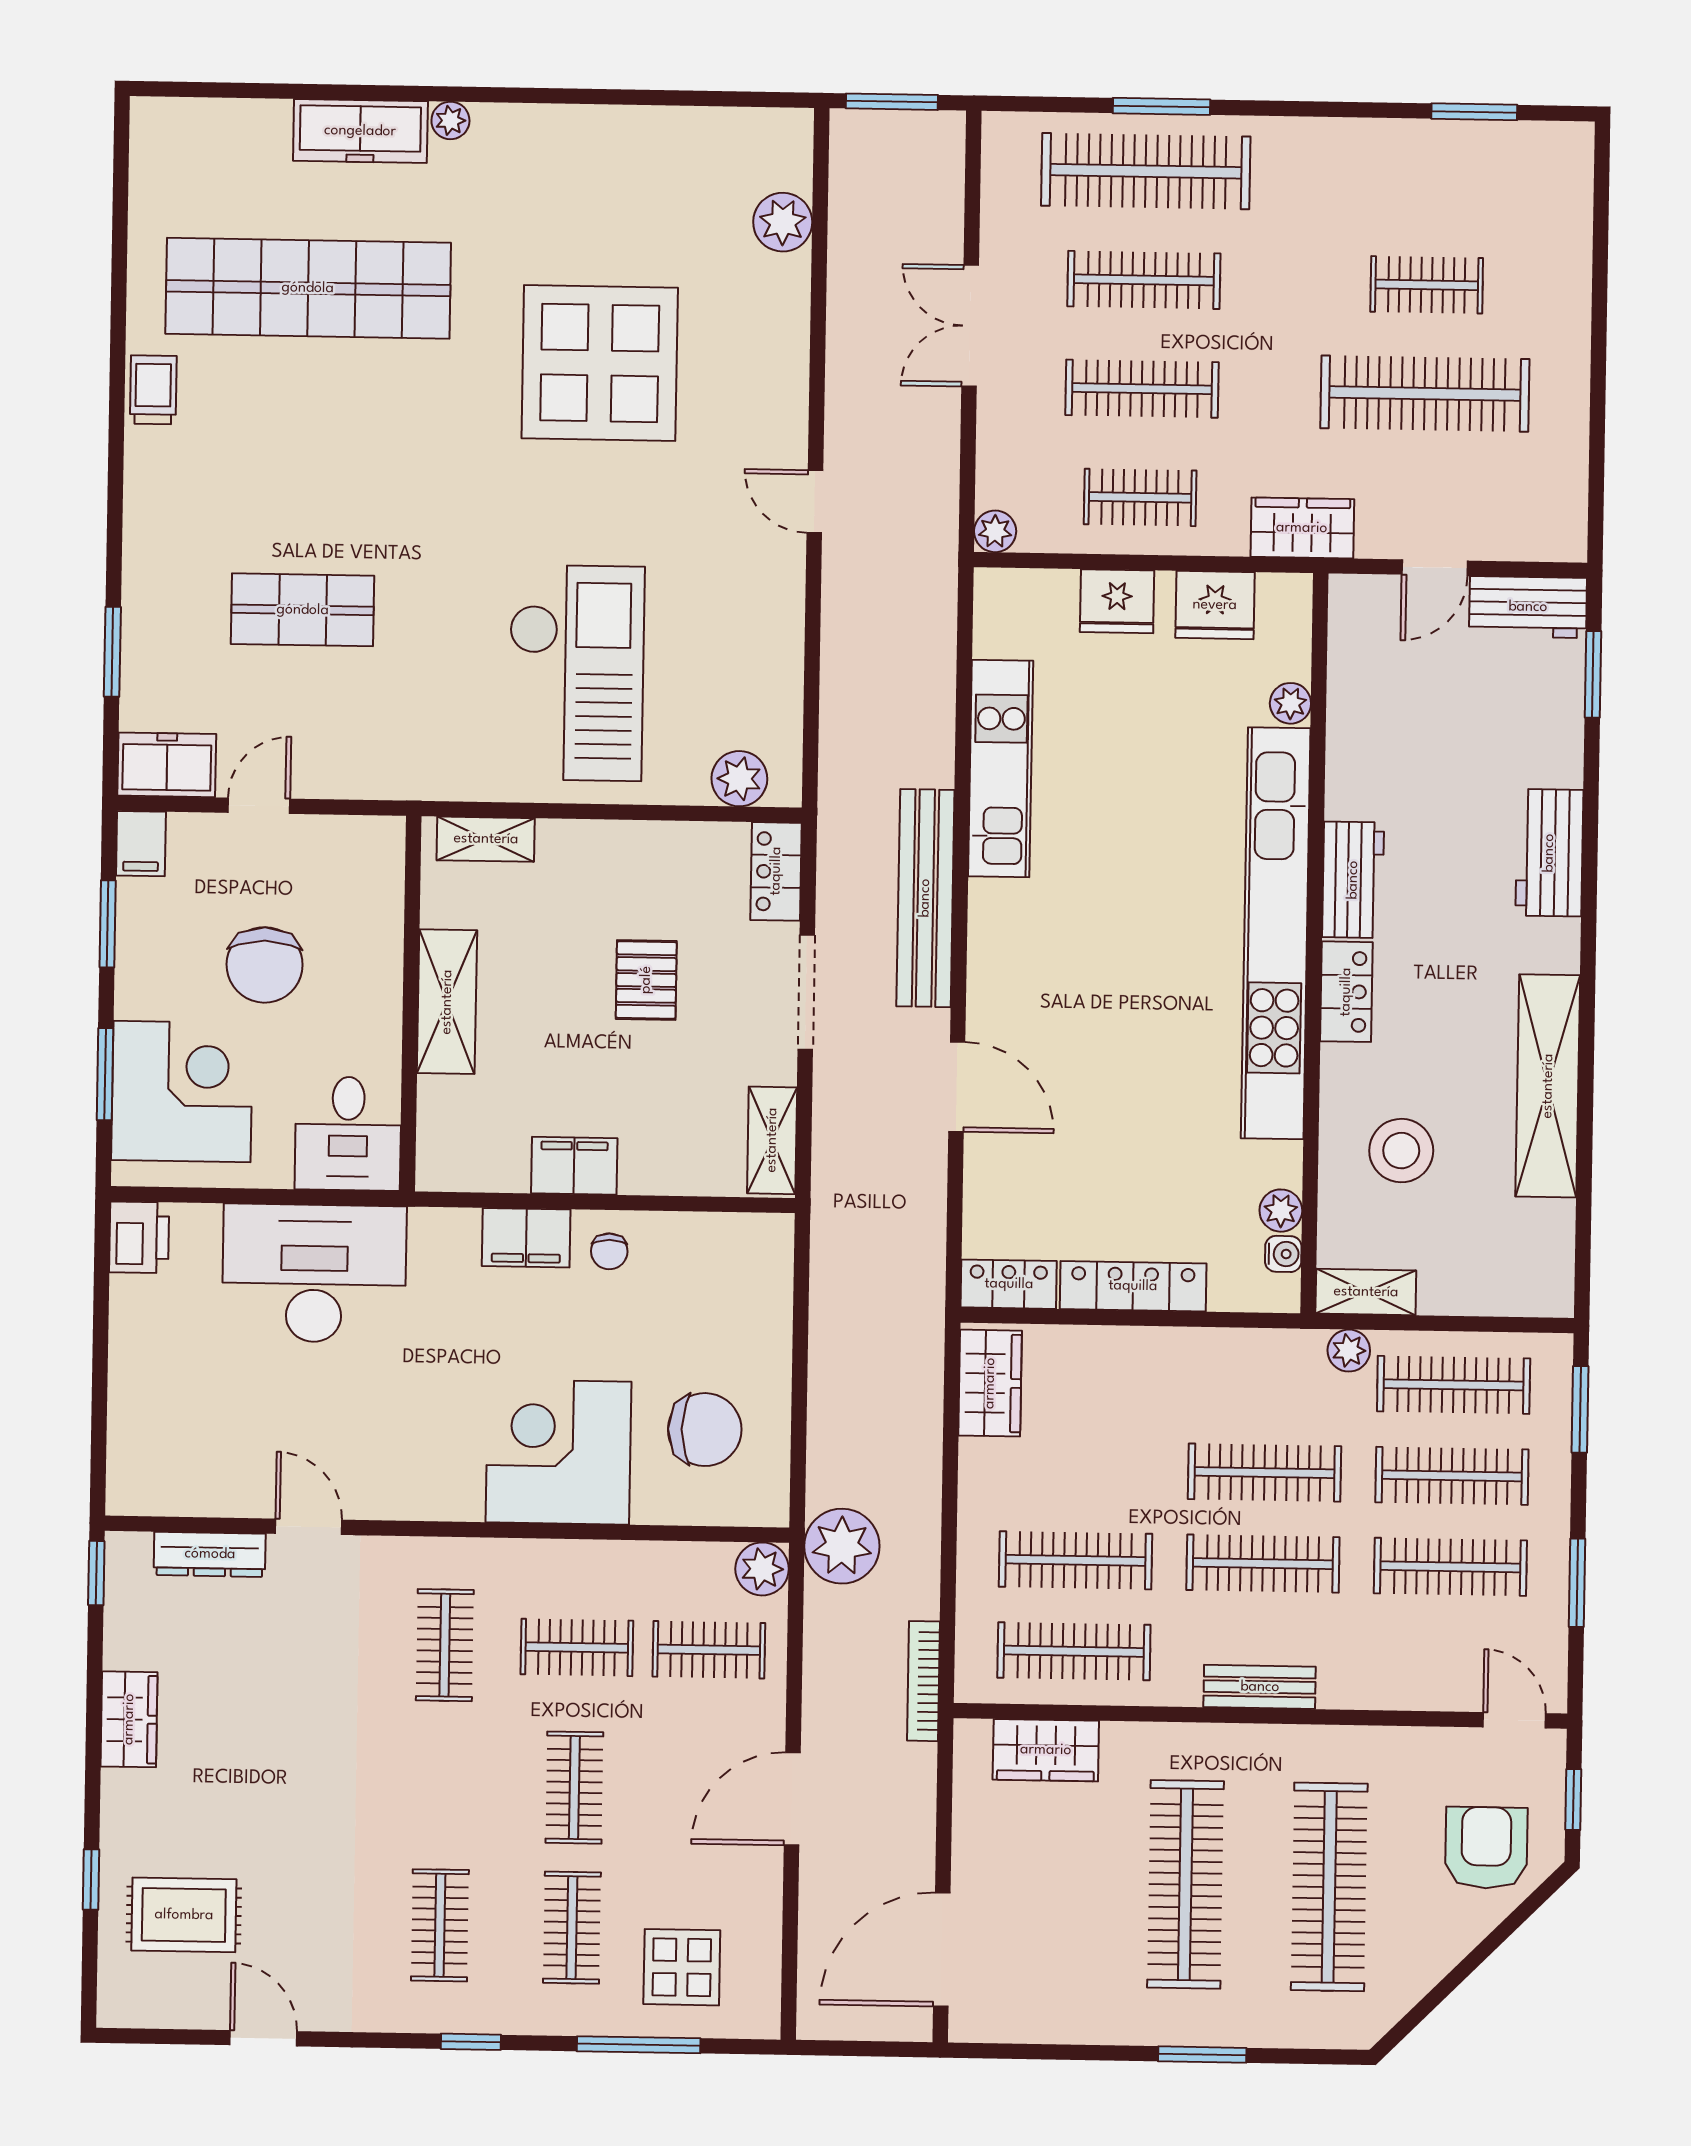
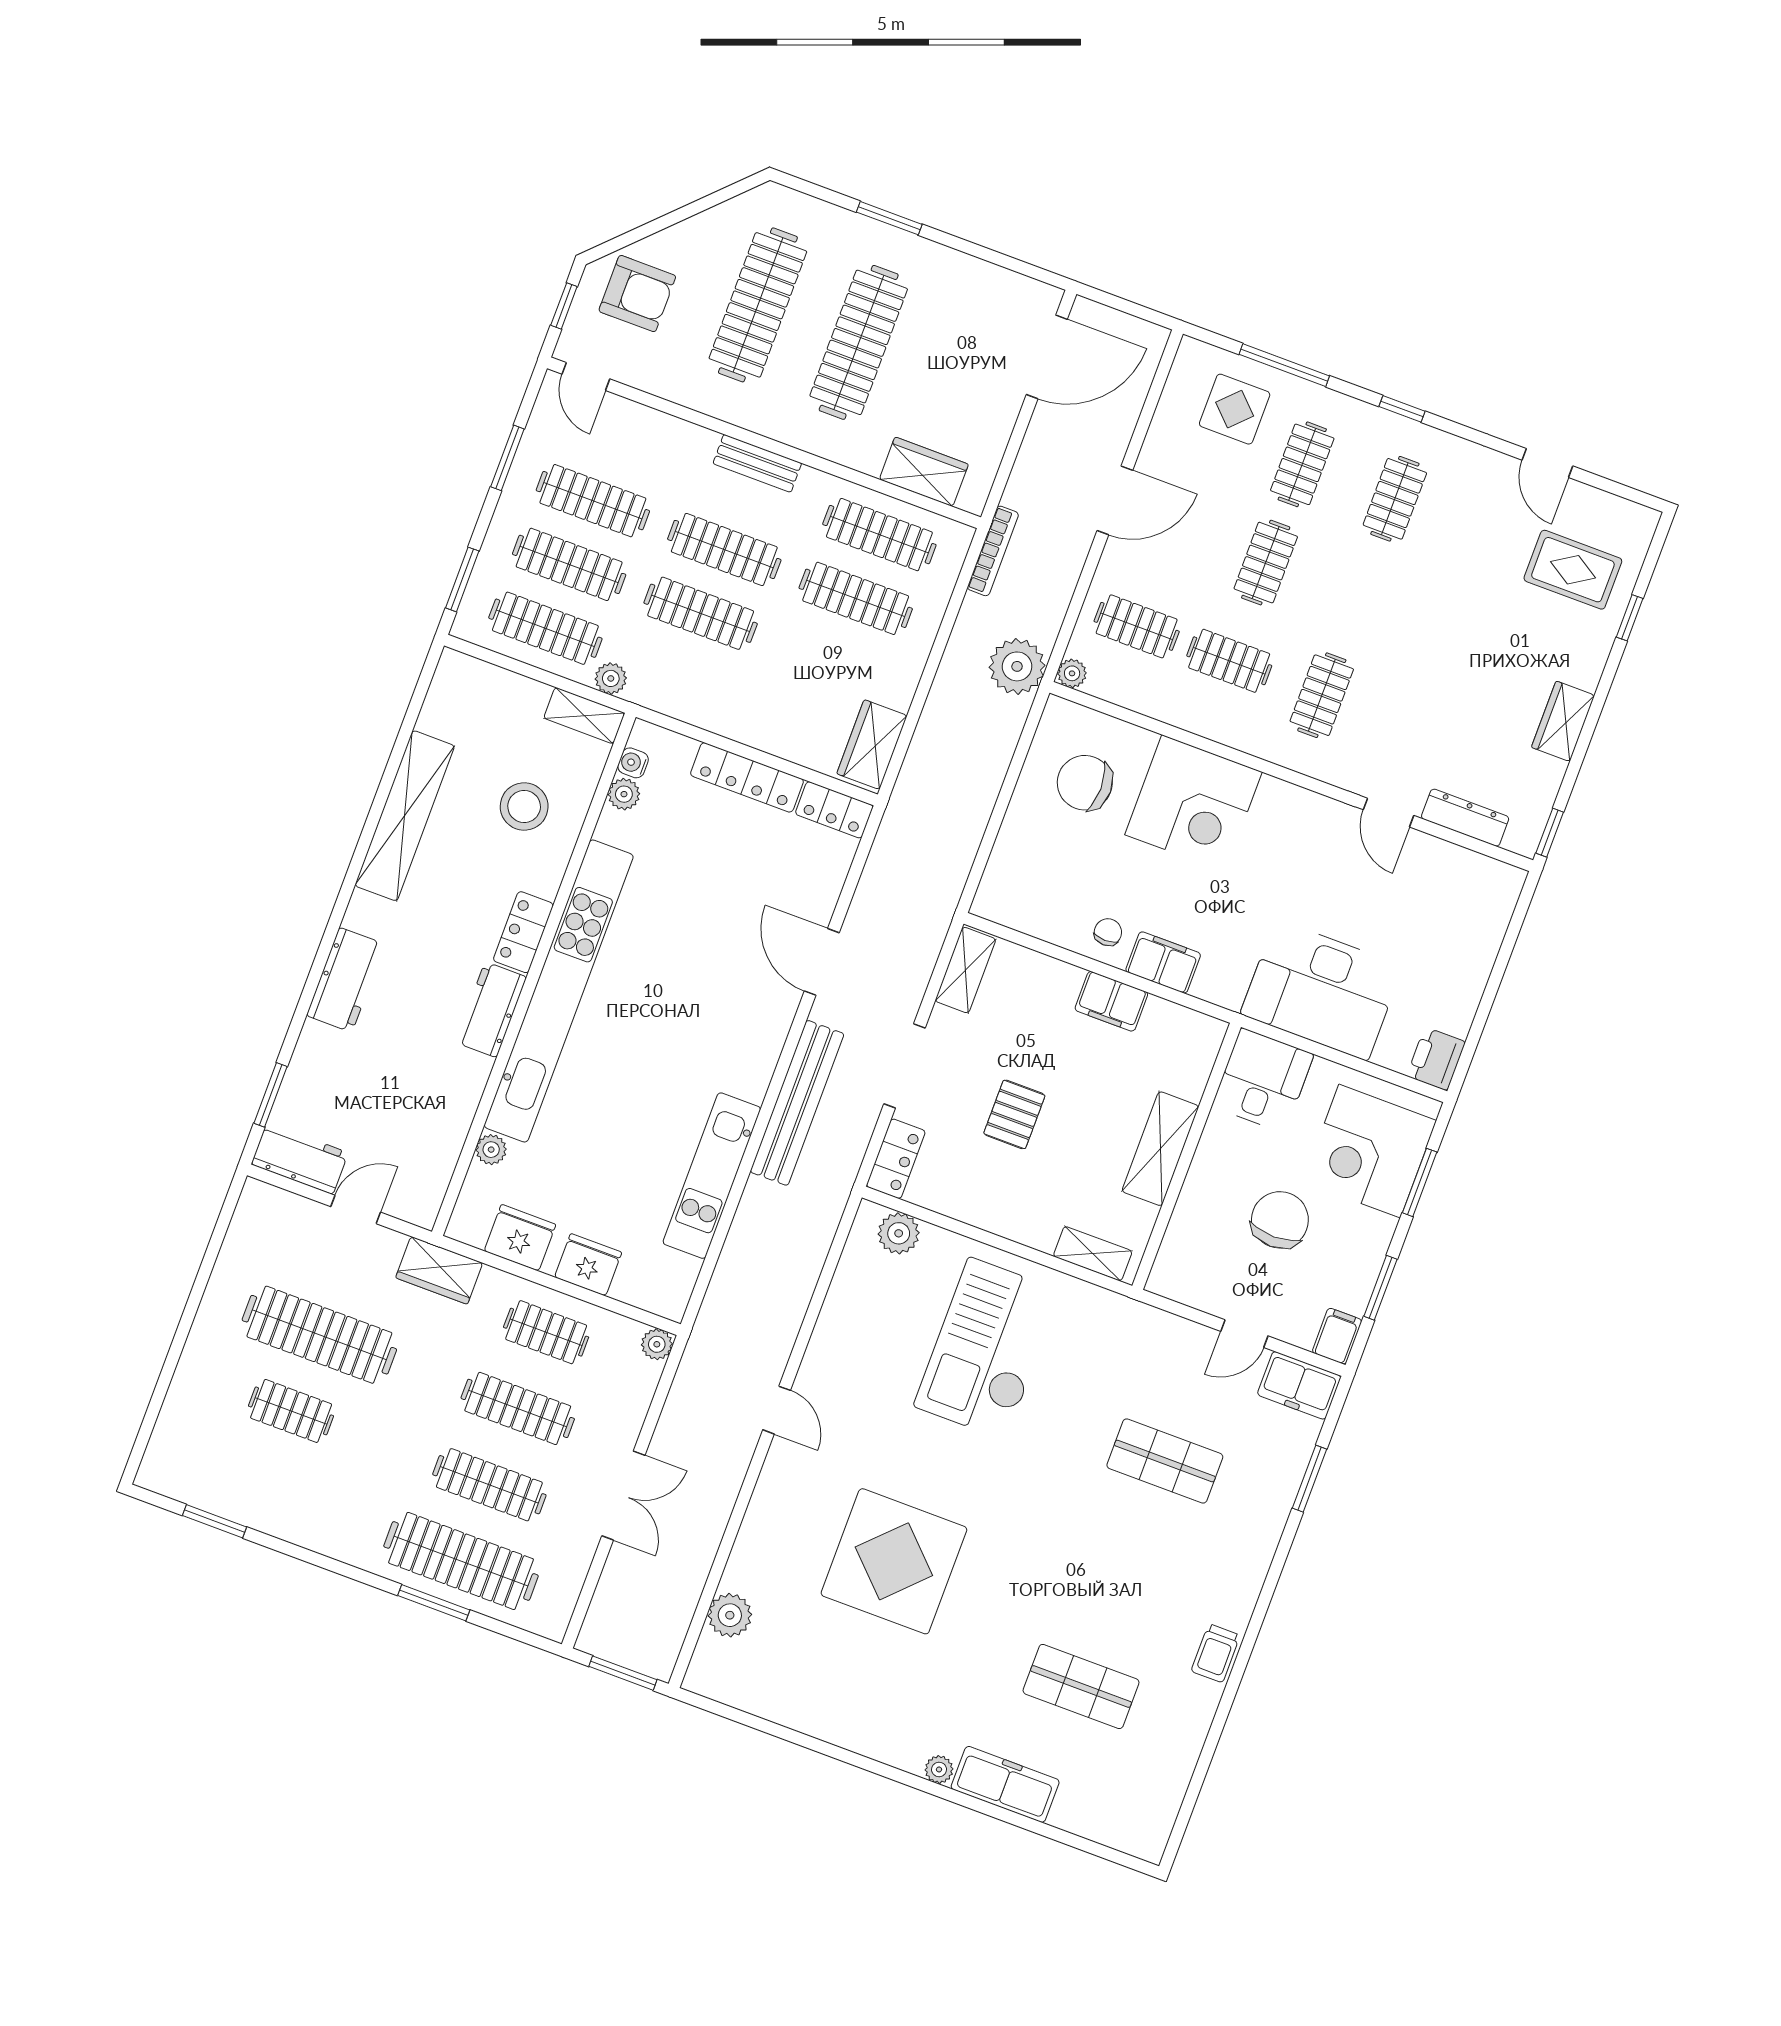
shop shelf: (308, 288) -> (1081, 1686), width x0.50, depth x0.74
plant: (762, 1569) -> (1072, 673), width x0.73, depth x0.73
armchair: (1486, 1848) -> (637, 294), turned -90

